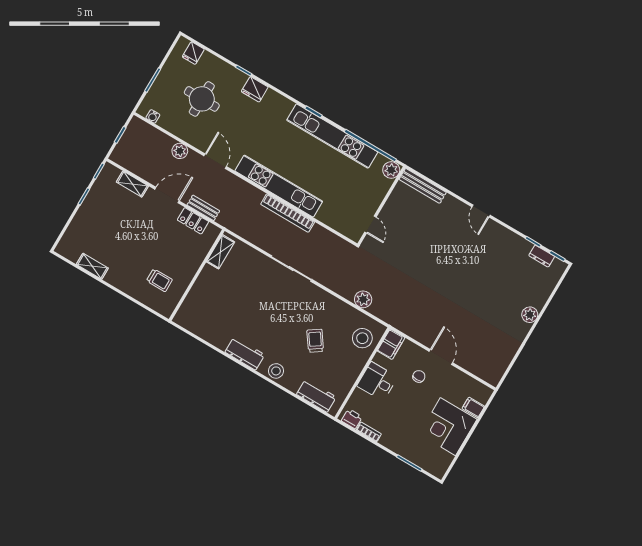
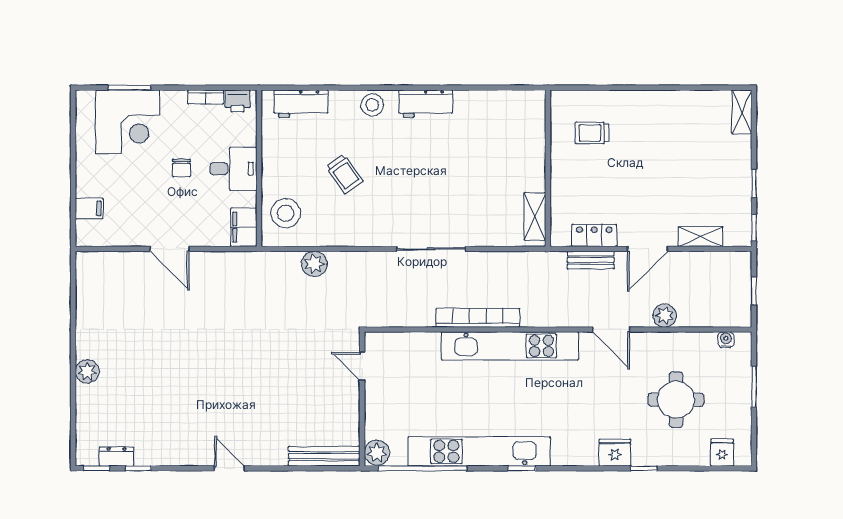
shelving: (92, 266) -> (742, 112), moved, turned 90
chair: (419, 376) -> (181, 168), moved
corner desk: (448, 427) -> (128, 122), moved, turned 90

